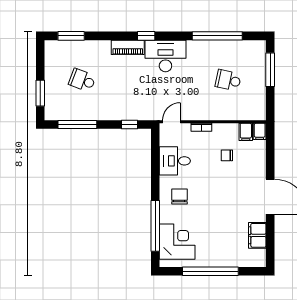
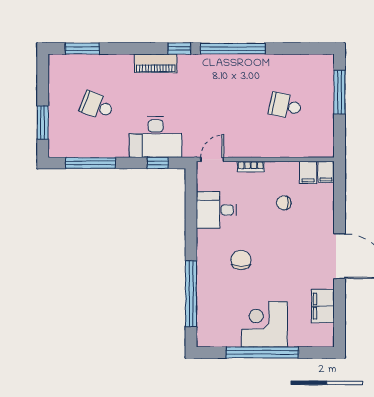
window: (217, 36) -> (233, 49), moved
desk: (165, 56) -> (156, 137), moved, turned 180
chair: (179, 196) -> (241, 260), moved
corner desk: (177, 242) -> (264, 324), moved, turned -90

